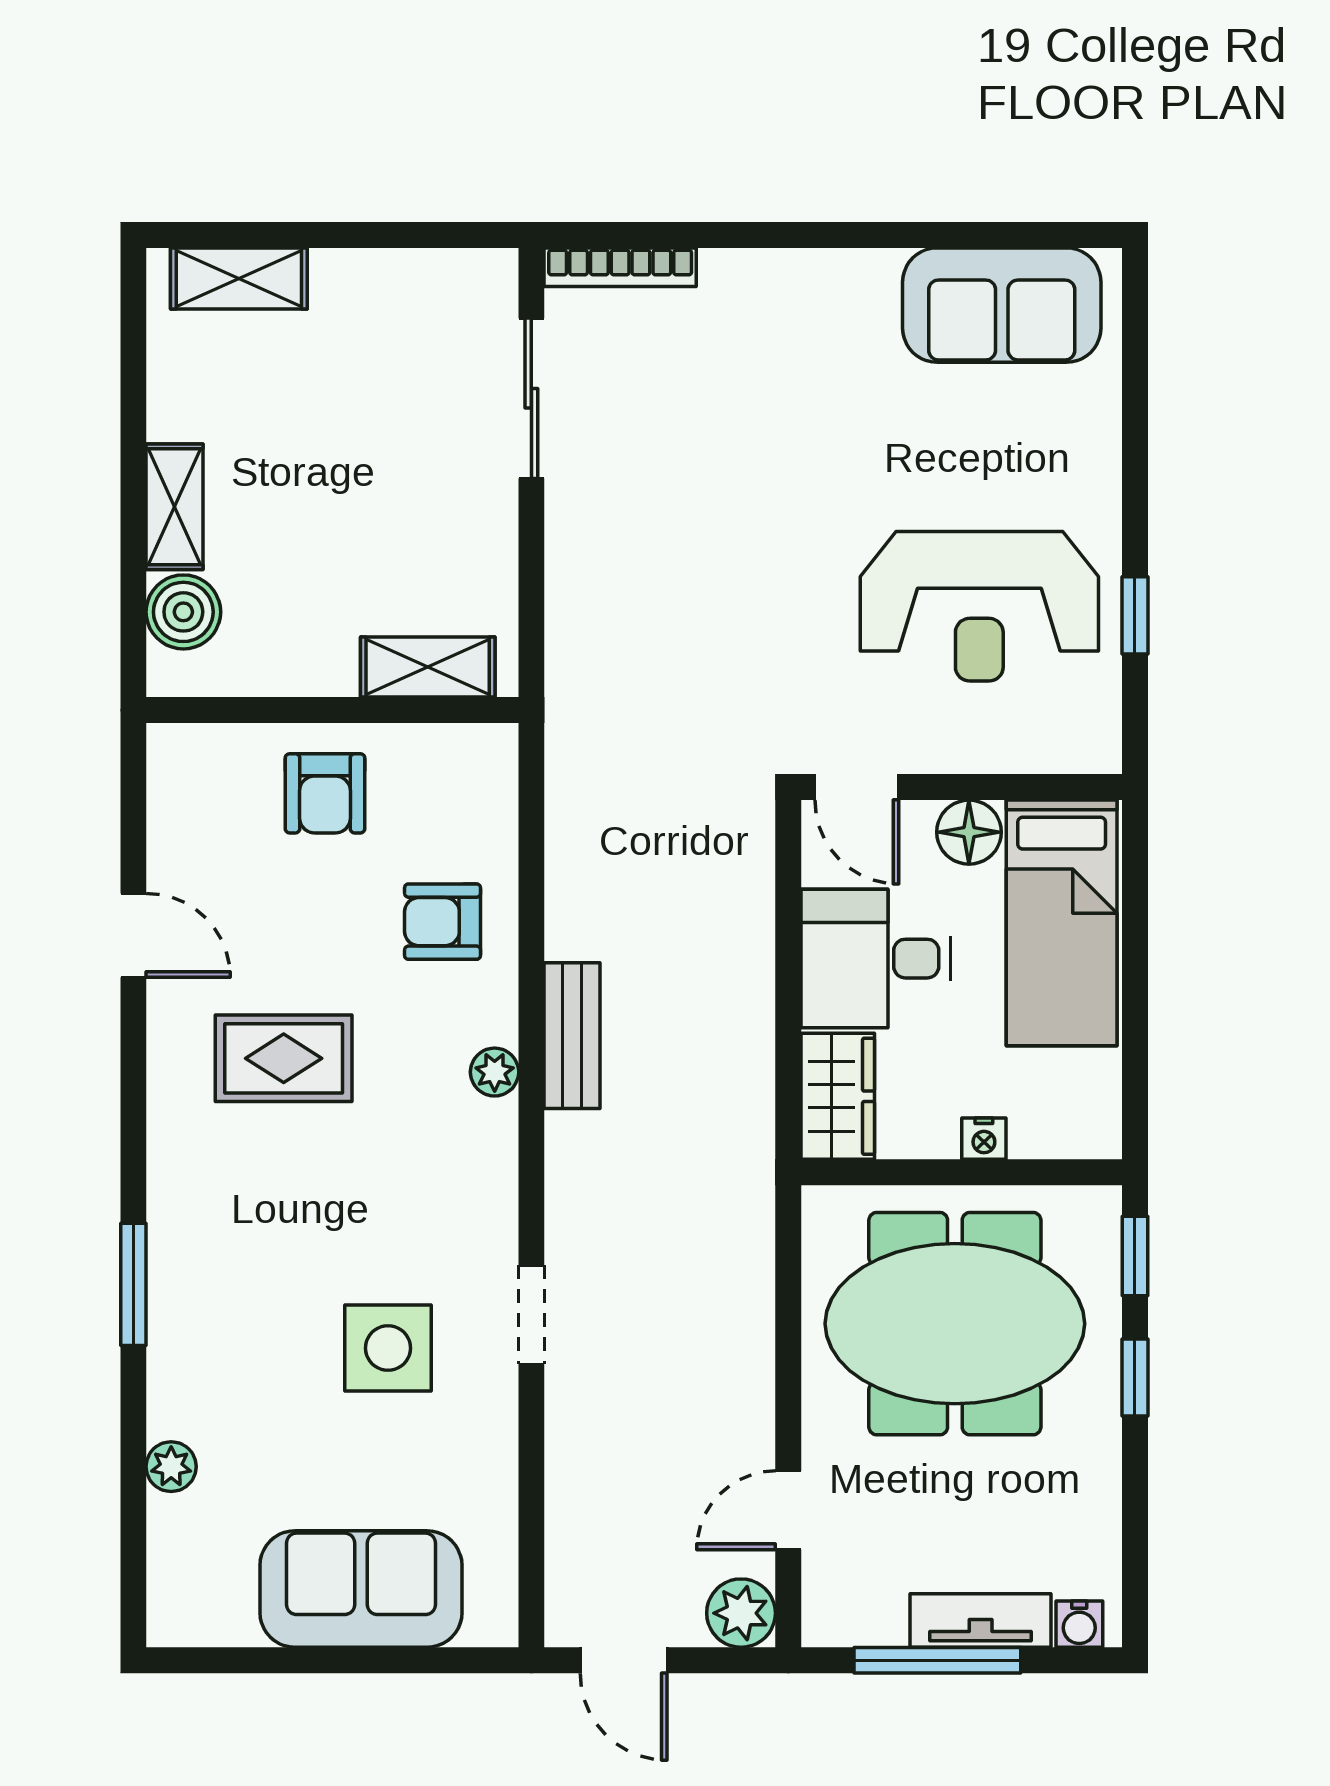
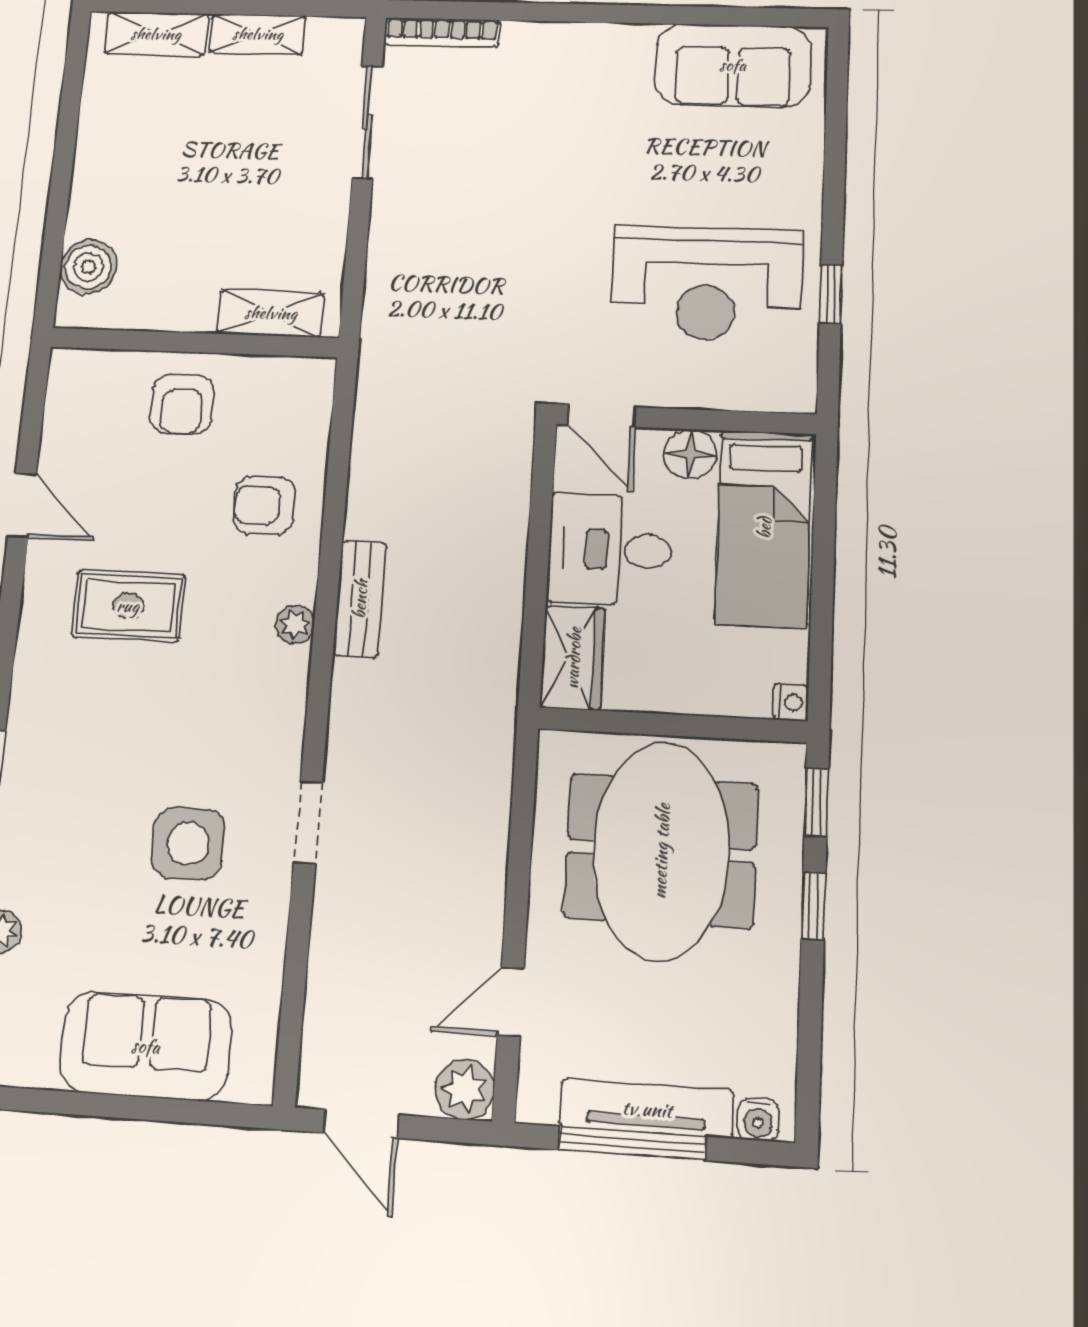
shelving: (175, 507) -> (258, 34), moved, turned 90
nightstand: (984, 1139) -> (791, 702), moved, turned -90
meeting table: (955, 1324) -> (661, 851), turned 90
tv unit: (981, 1621) -> (647, 1109), width x1.41

